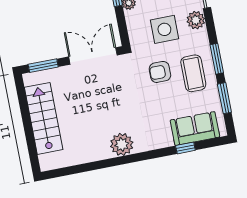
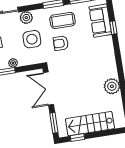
armchair: (160, 72) -> (61, 43), turned 90
window: (23, 101) -> (77, 138), added
plant: (122, 144) -> (112, 86), moved

